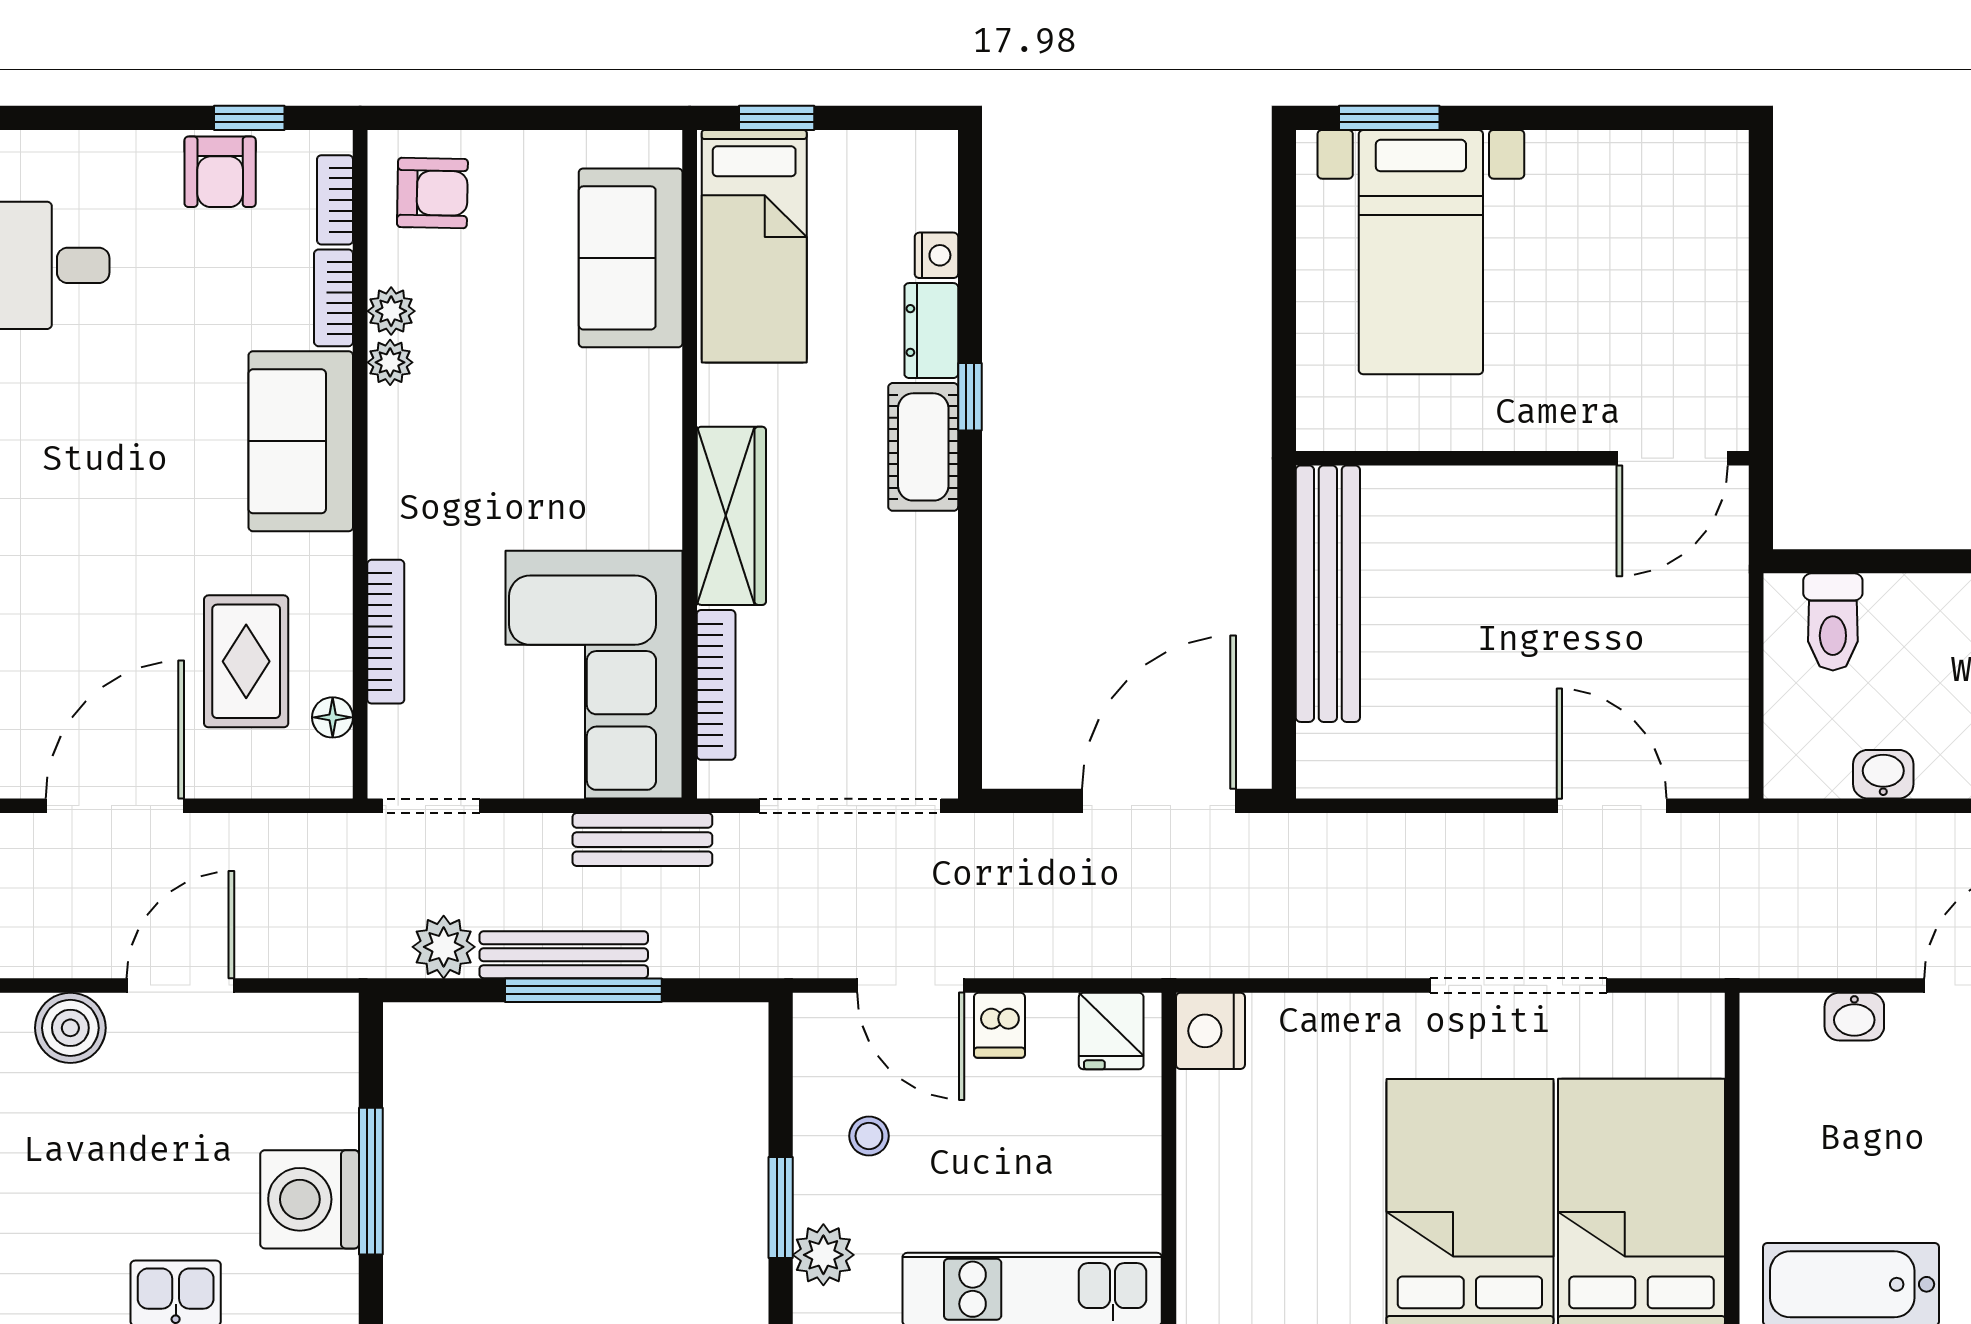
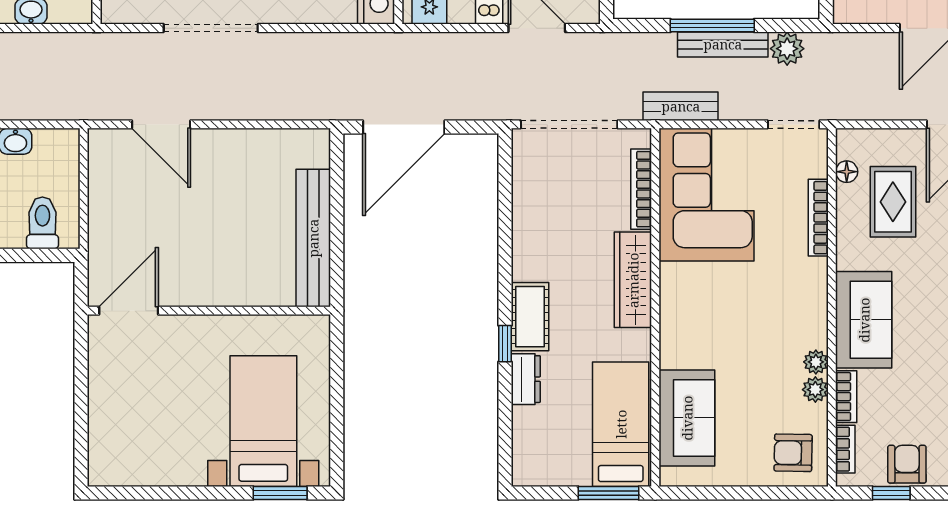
window: (777, 118) -> (609, 493), width x1.50
nightstand: (936, 255) -> (523, 419), removed

